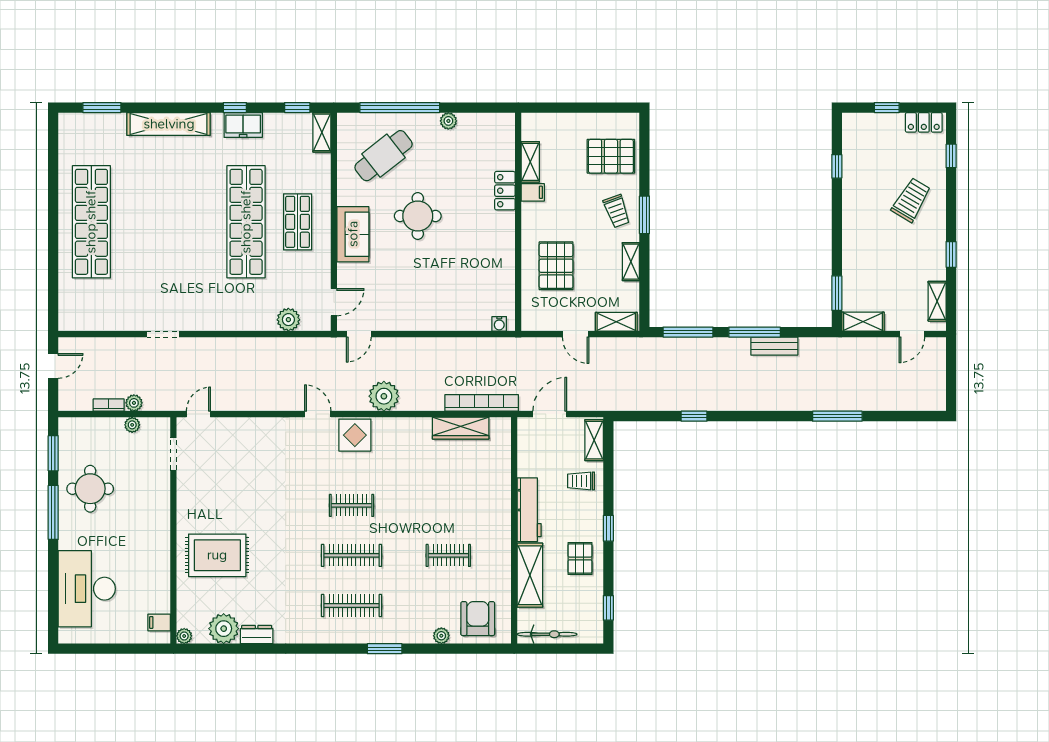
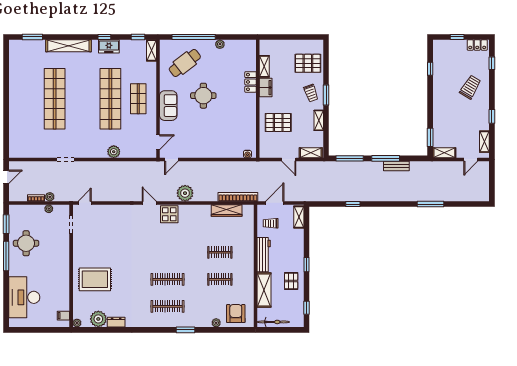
filing cabinet: (533, 192) -> (266, 88), width x2.00
shop shelf: (91, 222) -> (55, 99), moved
pallet: (556, 266) -> (278, 123), turned 90
plant: (288, 320) -> (114, 152), moved
trolley: (581, 481) -> (271, 223), moved
clothes rail: (352, 505) -> (220, 252), moved

